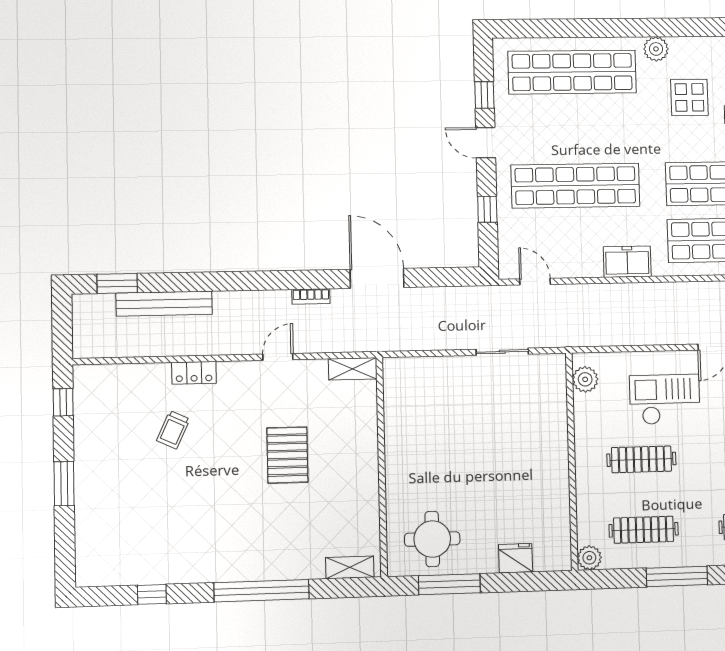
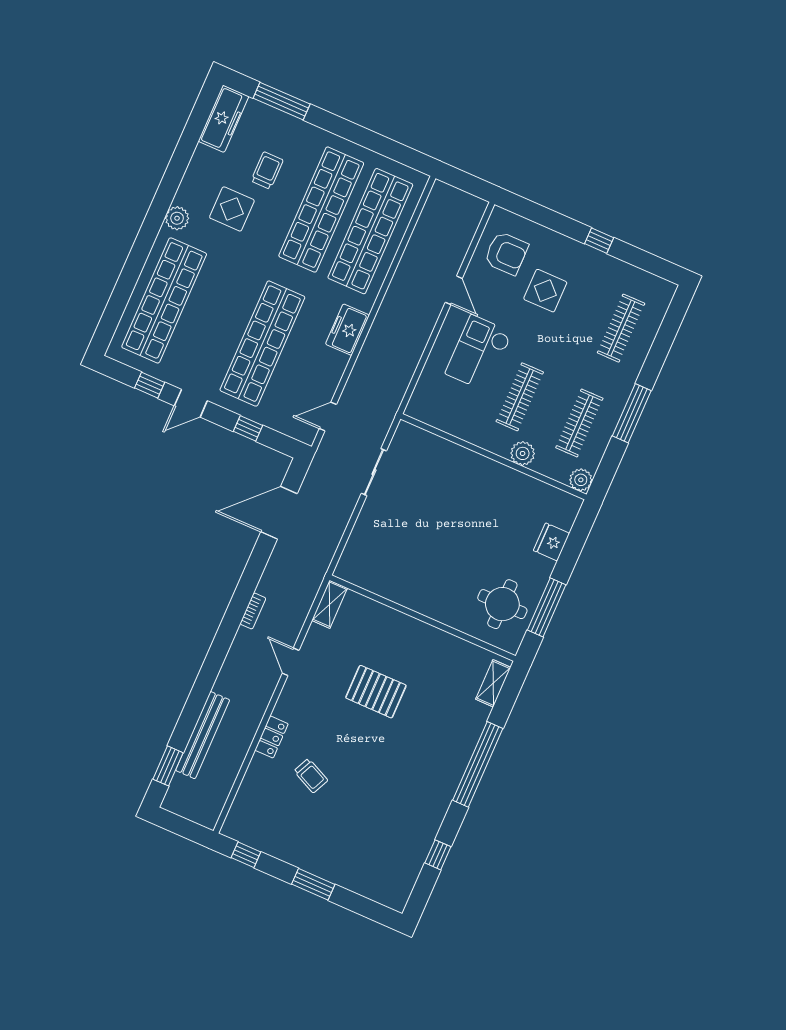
door: (377, 278) -> (279, 513), moved
plant: (585, 379) -> (523, 453), moved

